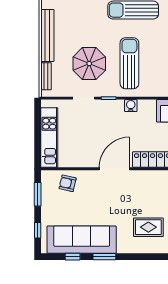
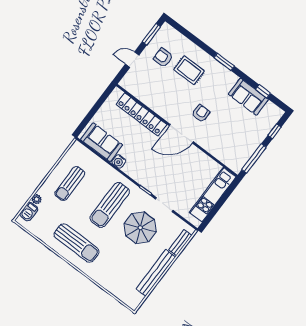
water cooler: (131, 106) -> (119, 161), moved
armchair: (68, 183) -> (201, 113), moved, turned -103
window: (38, 194) -> (254, 158), width x1.44
sofa: (82, 240) -> (248, 97), width x0.54, depth x0.79
window: (104, 257) -> (224, 62), moved

